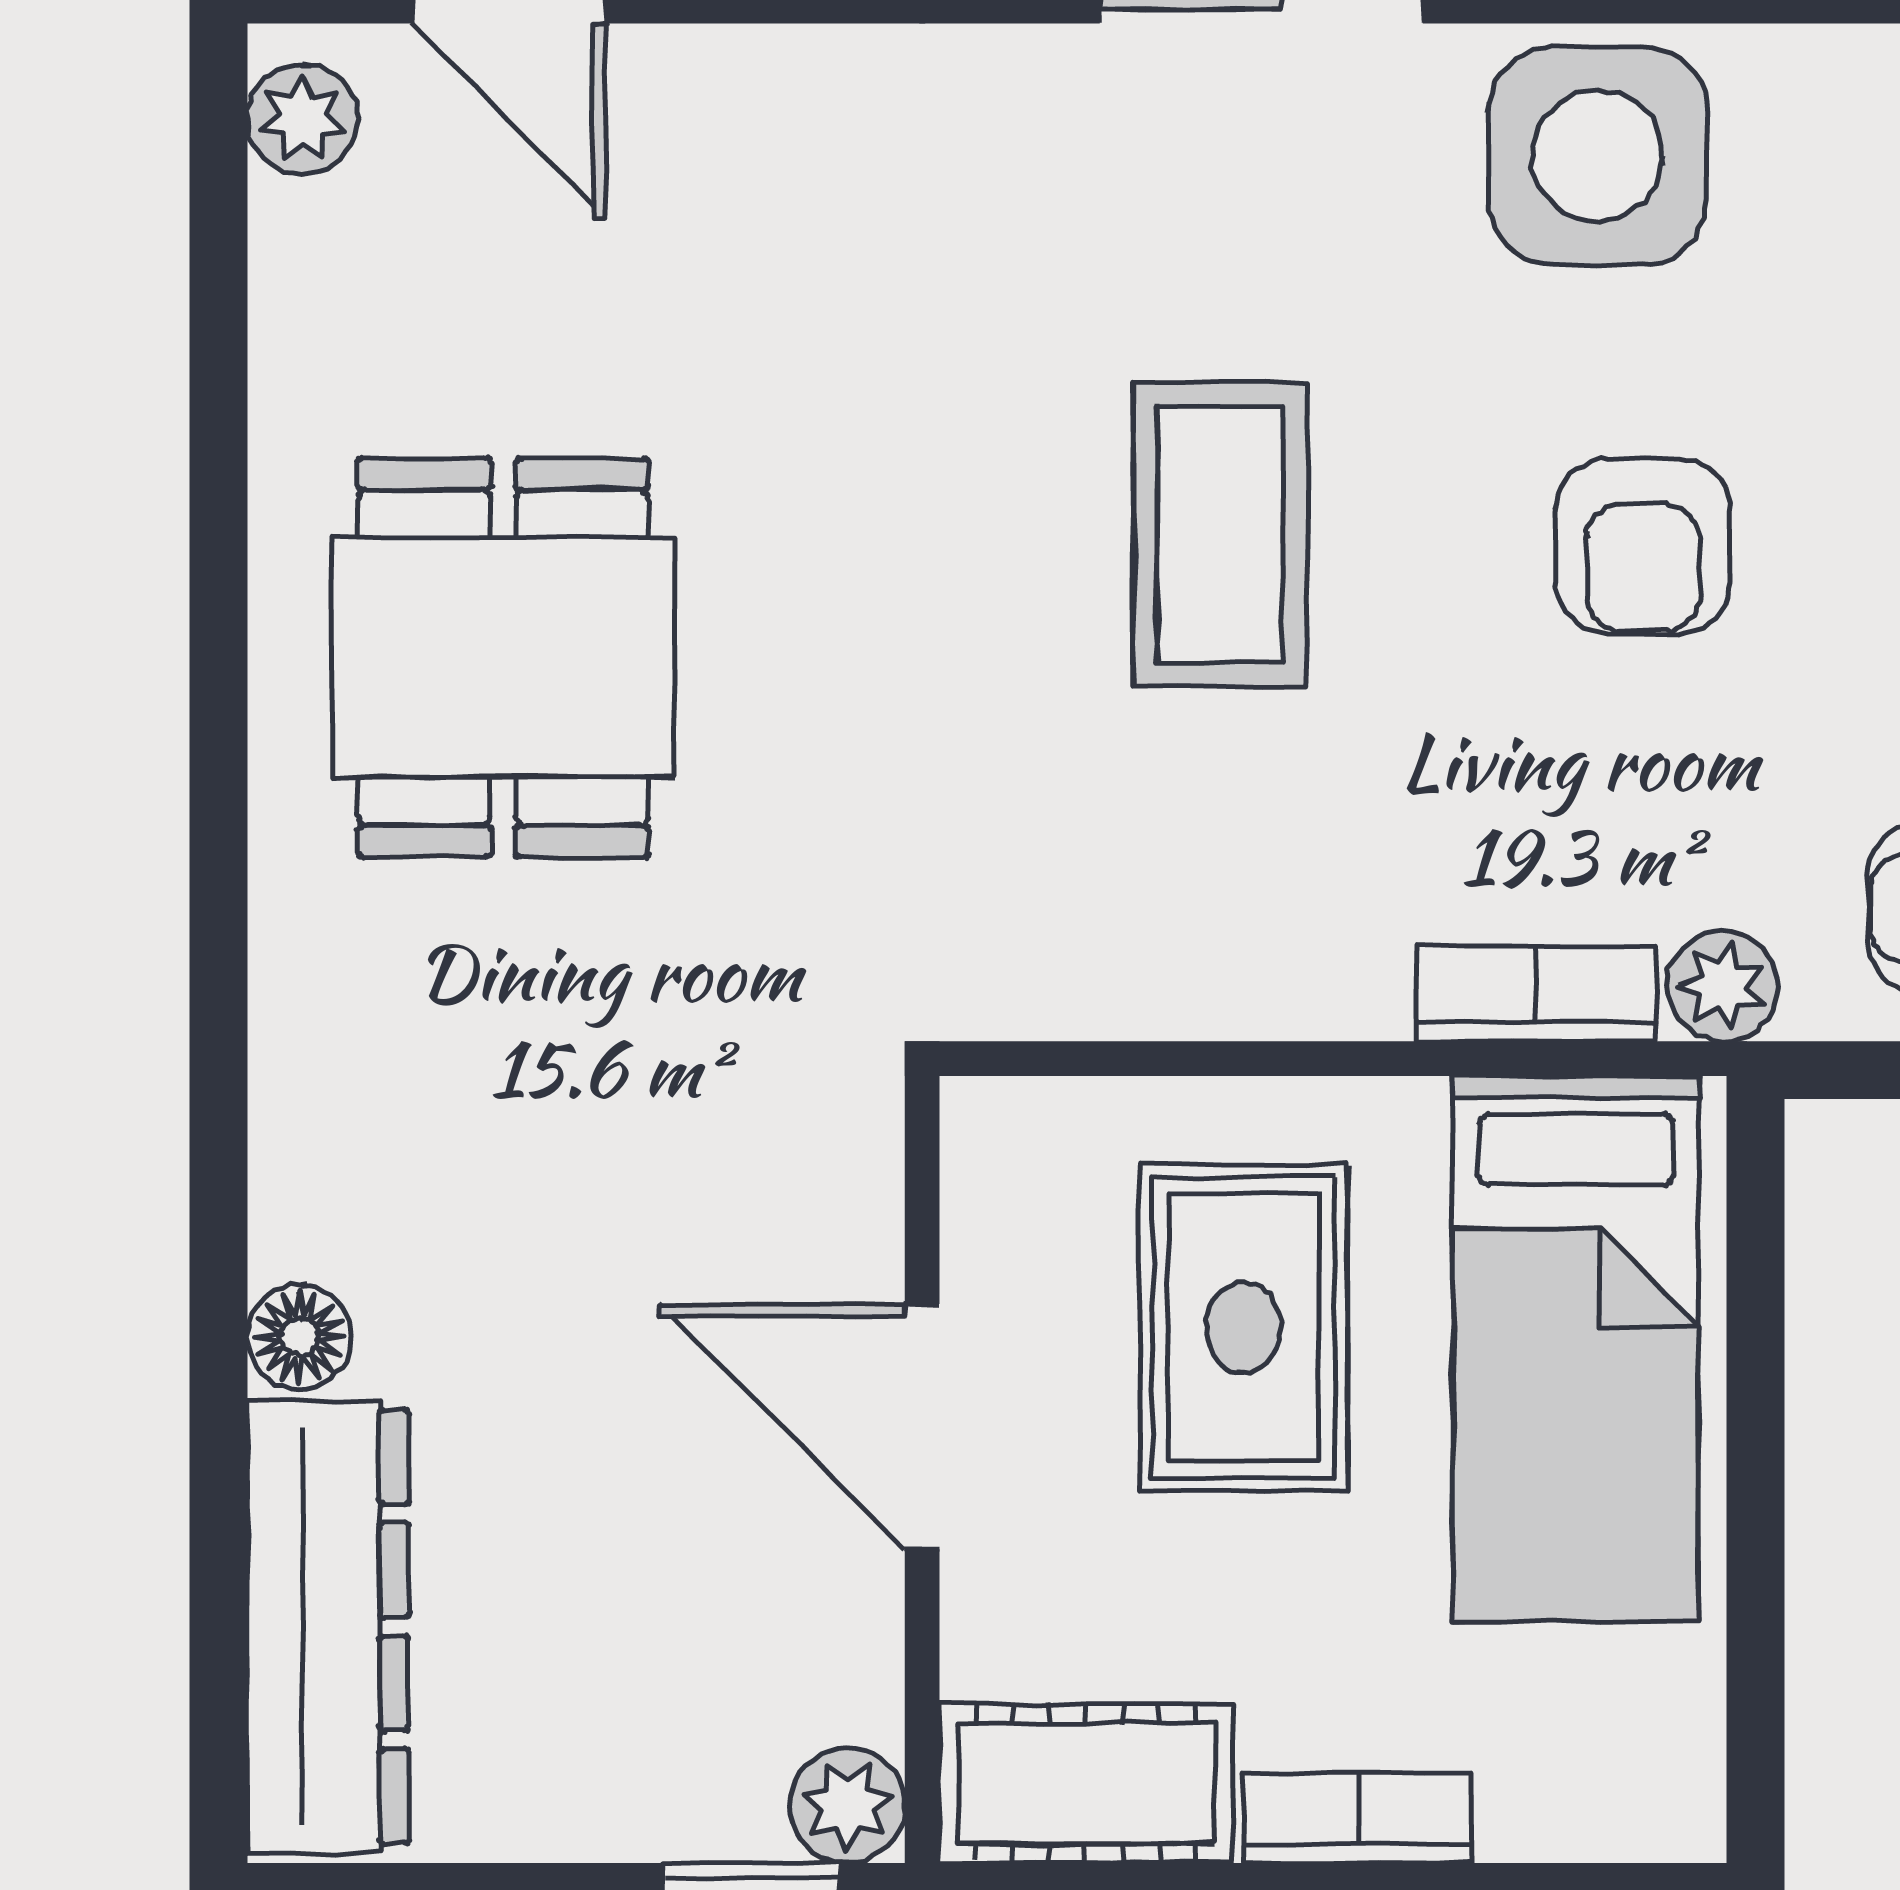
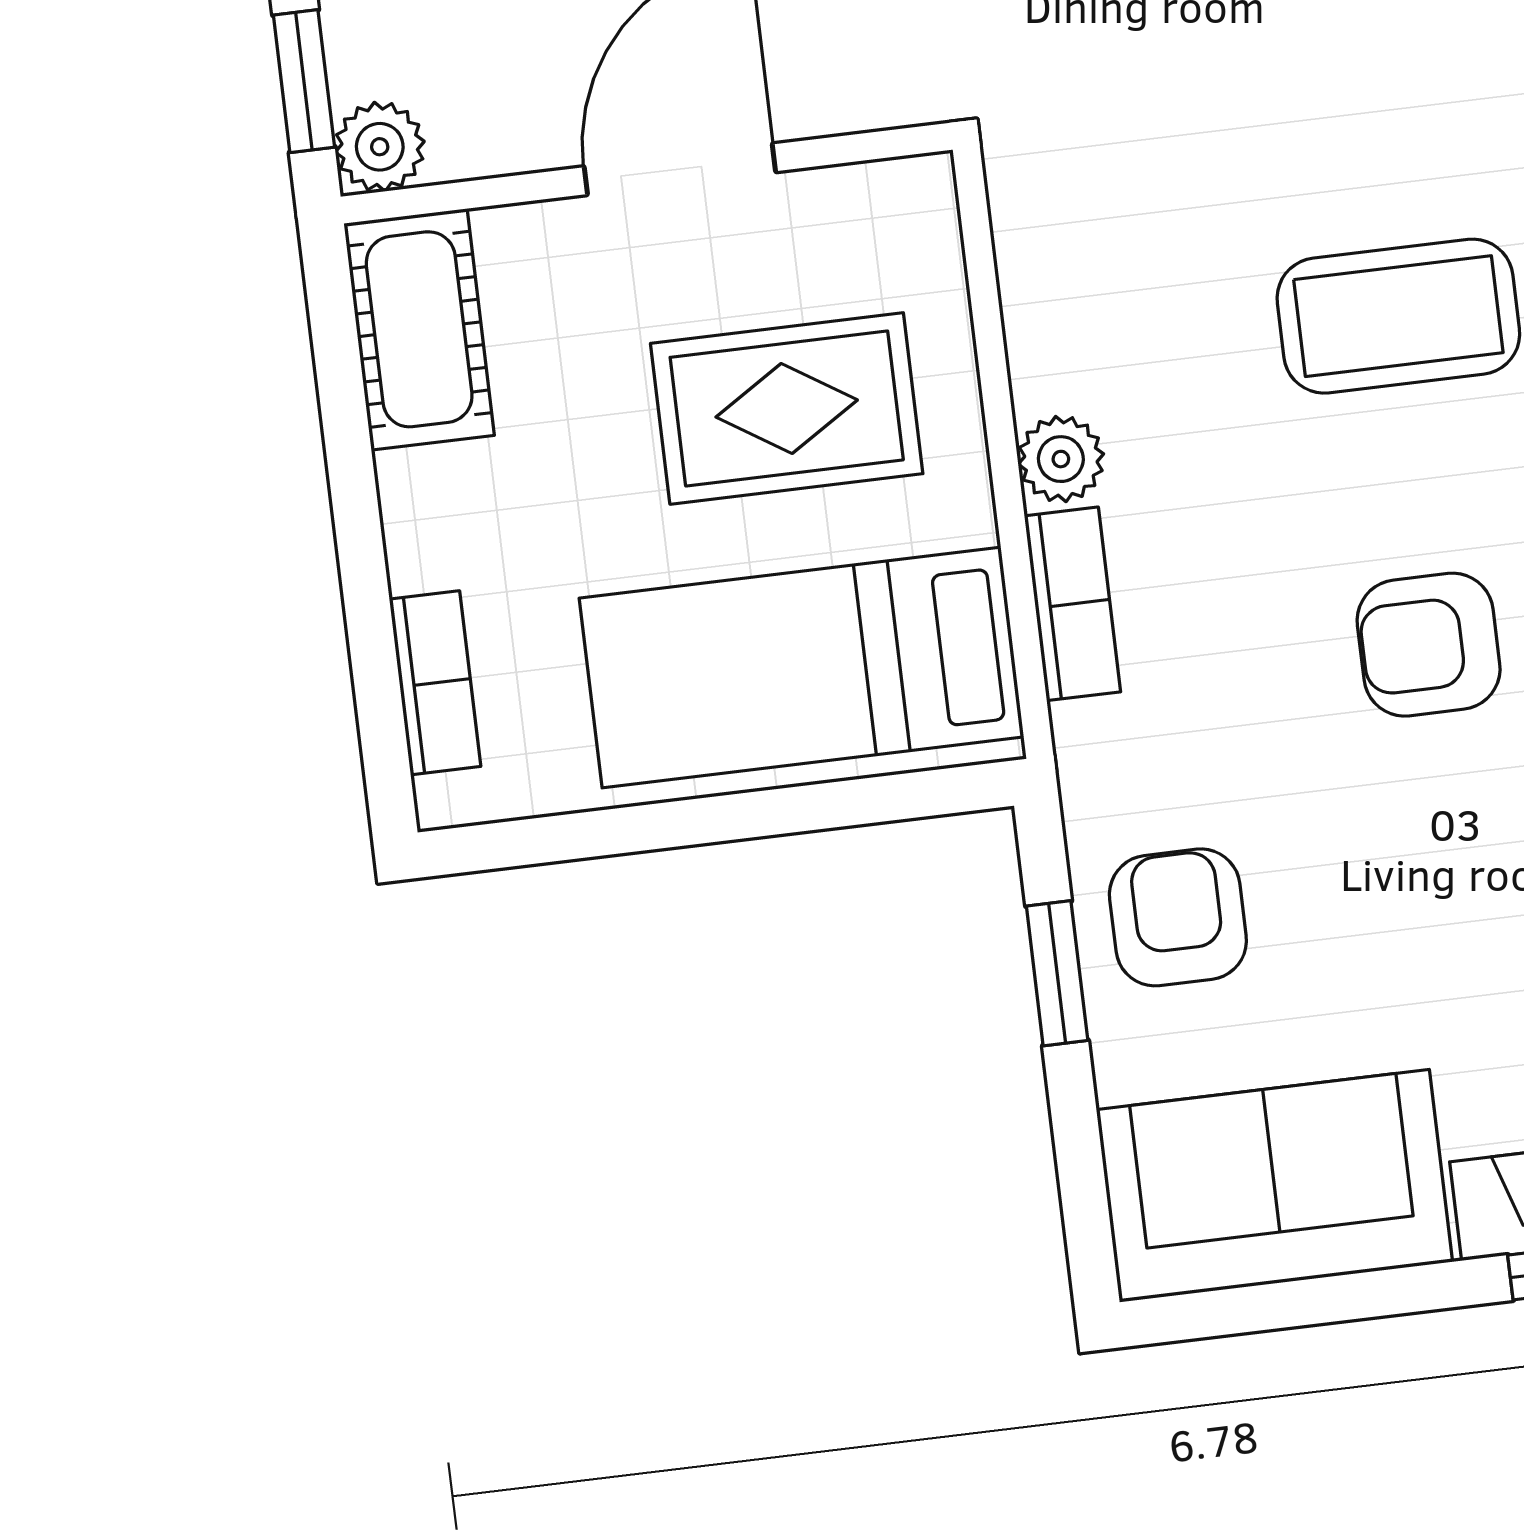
plant: (1723, 986) -> (1061, 459), moved
bookcase: (1358, 1818) -> (435, 683), moved

